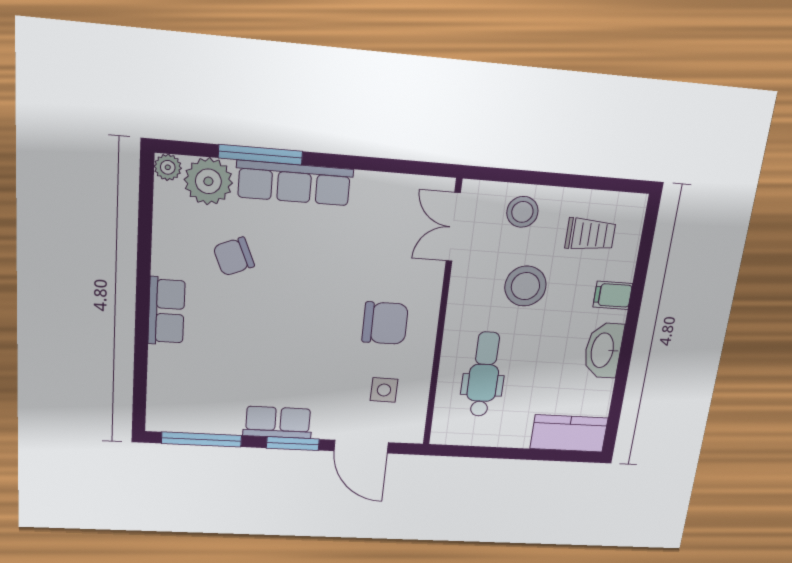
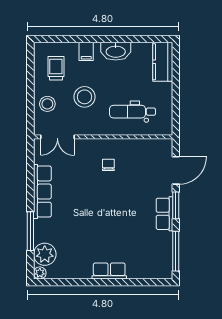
row of seats: (294, 183) -> (42, 192), moved
chair: (234, 257) -> (80, 241), removed
chair: (385, 323) -> (108, 165), width x0.54, depth x0.54
side table: (384, 390) -> (144, 162), removed

